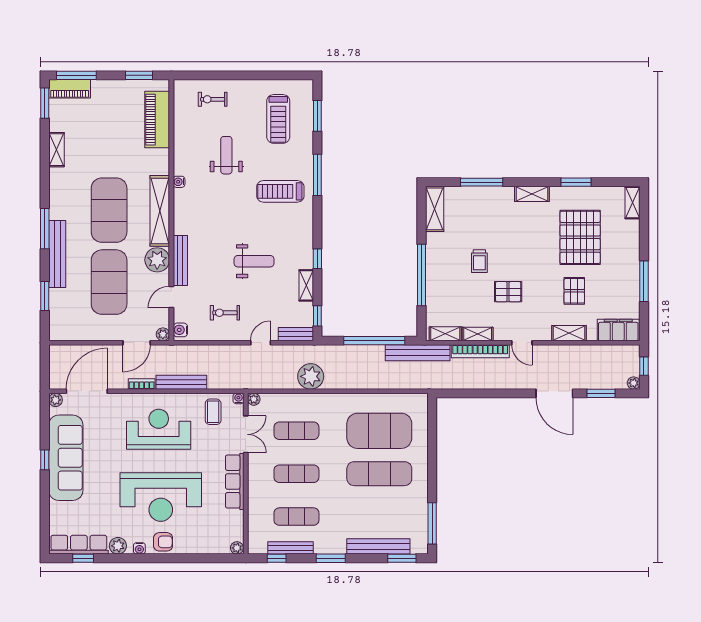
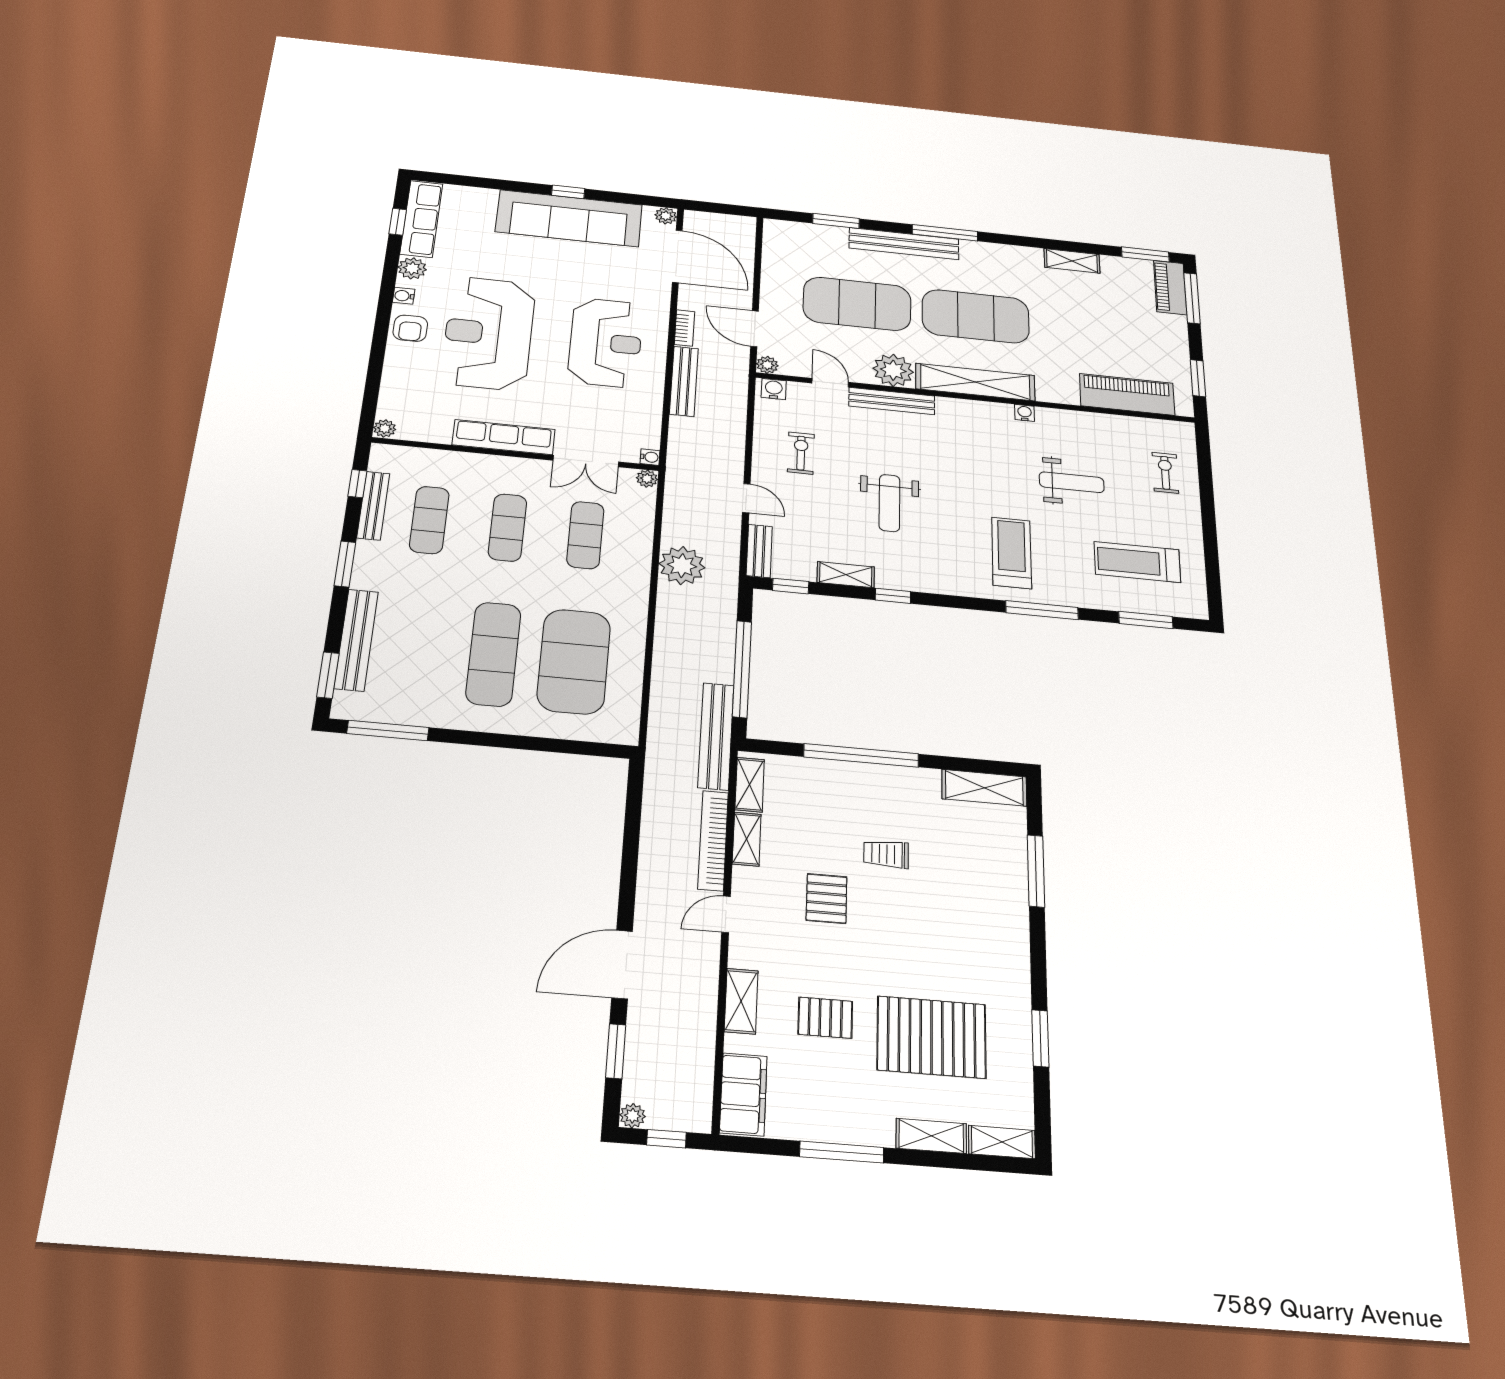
shelving: (532, 194) -> (931, 1136), moved, turned 90
coffee table: (213, 412) -> (629, 419), removed

